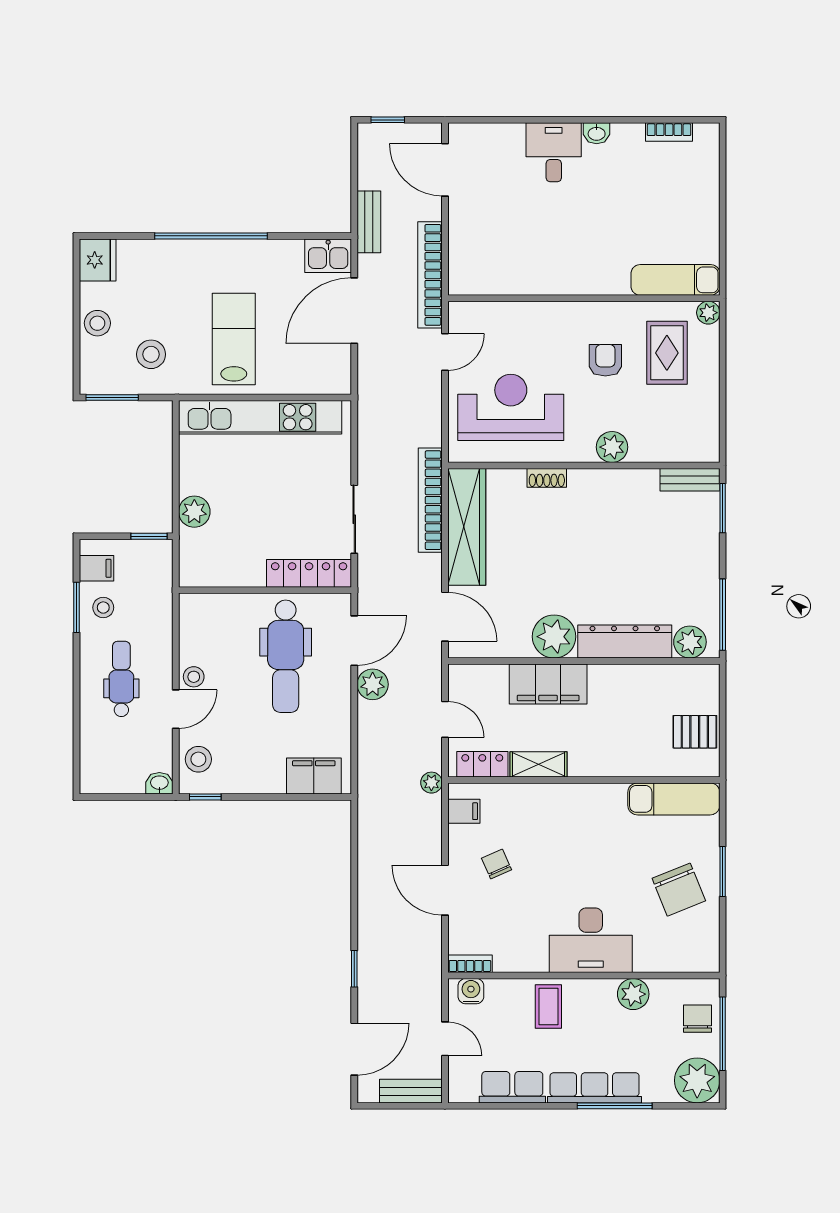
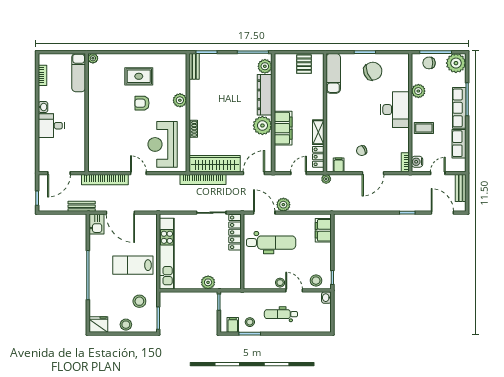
exam couch: (675, 280) -> (79, 73), moved
wall: (584, 298) -> (87, 113), moved
plant: (708, 313) -> (93, 58), moved

